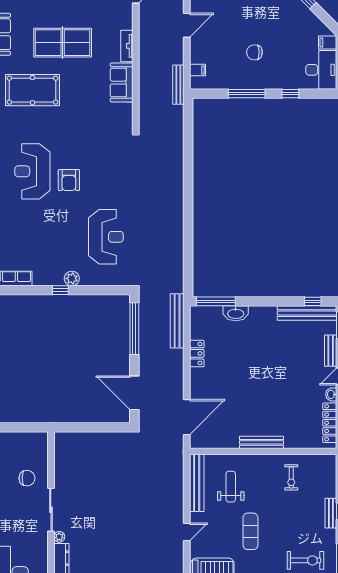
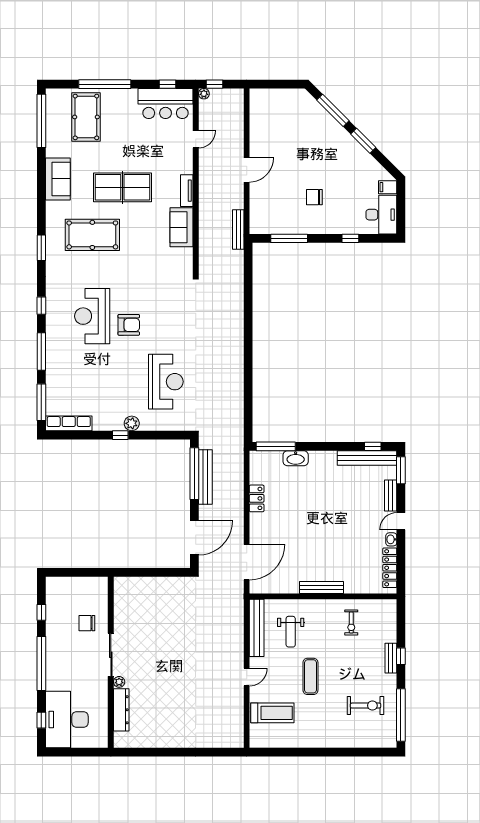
filing cabinet: (197, 70) -> (257, 215), removed
window: (247, 94) -> (289, 238), moved
armchair: (69, 180) -> (129, 325), turned -90
bench: (177, 321) -> (205, 477), moved
door: (134, 393) -> (194, 538), swing flipped
chair: (27, 478) -> (87, 623), turned 180
weight bench: (231, 487) -> (291, 632), turned 180

